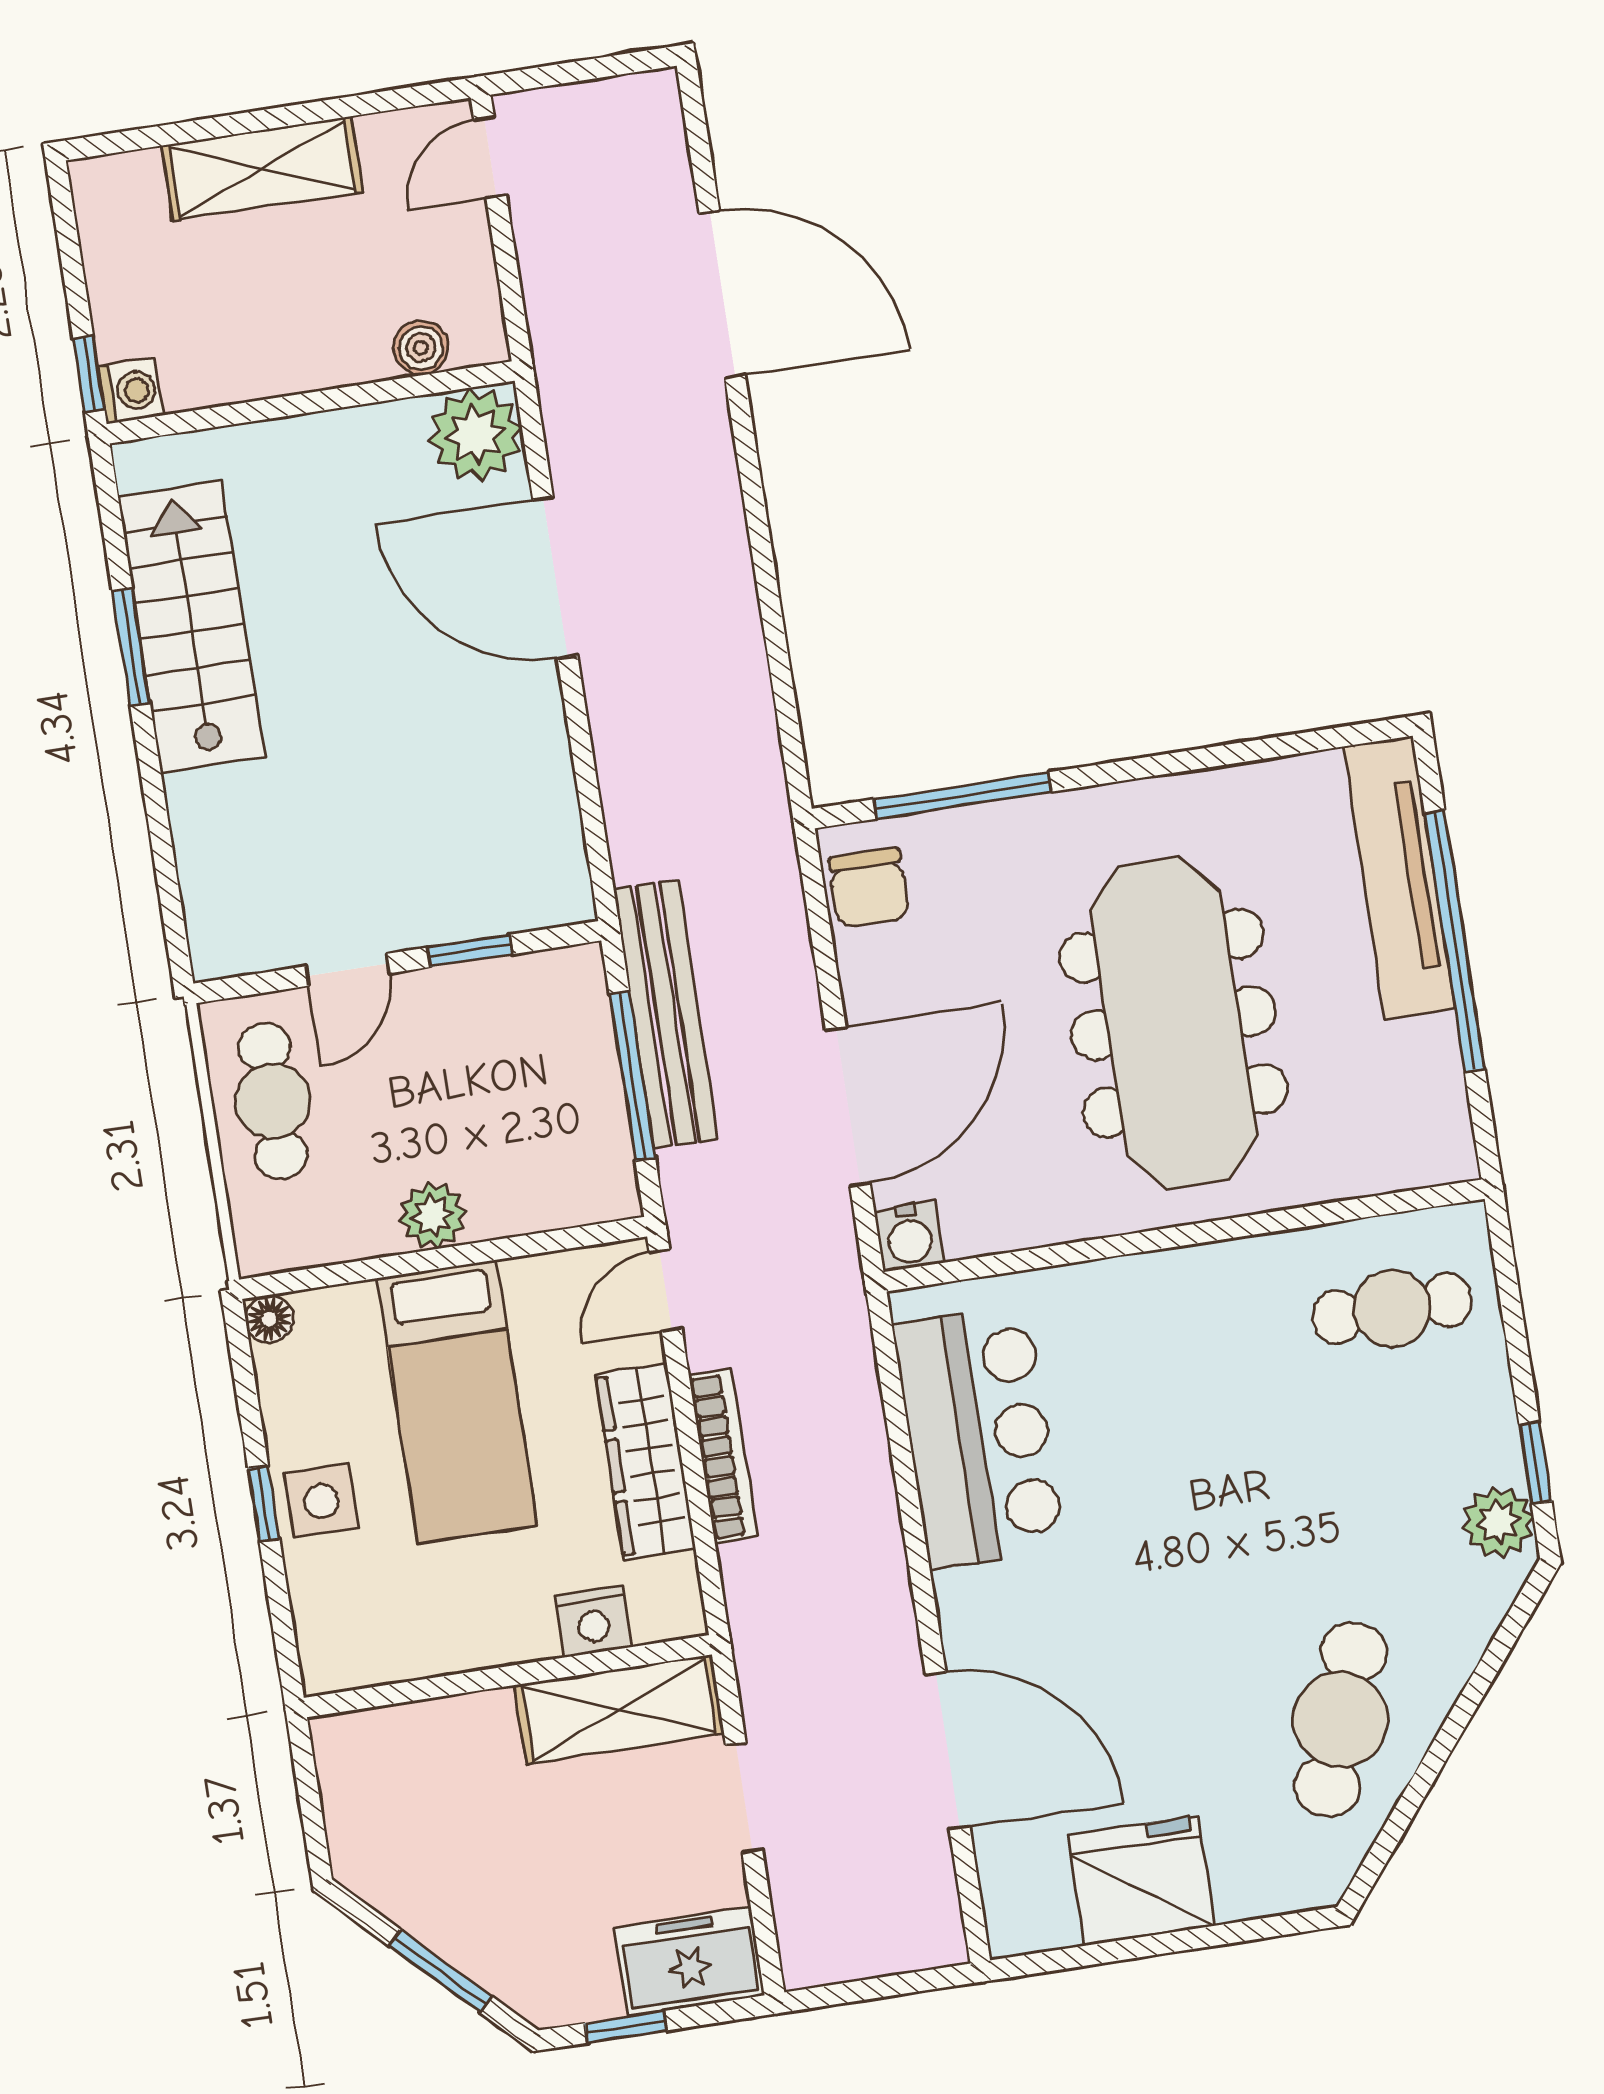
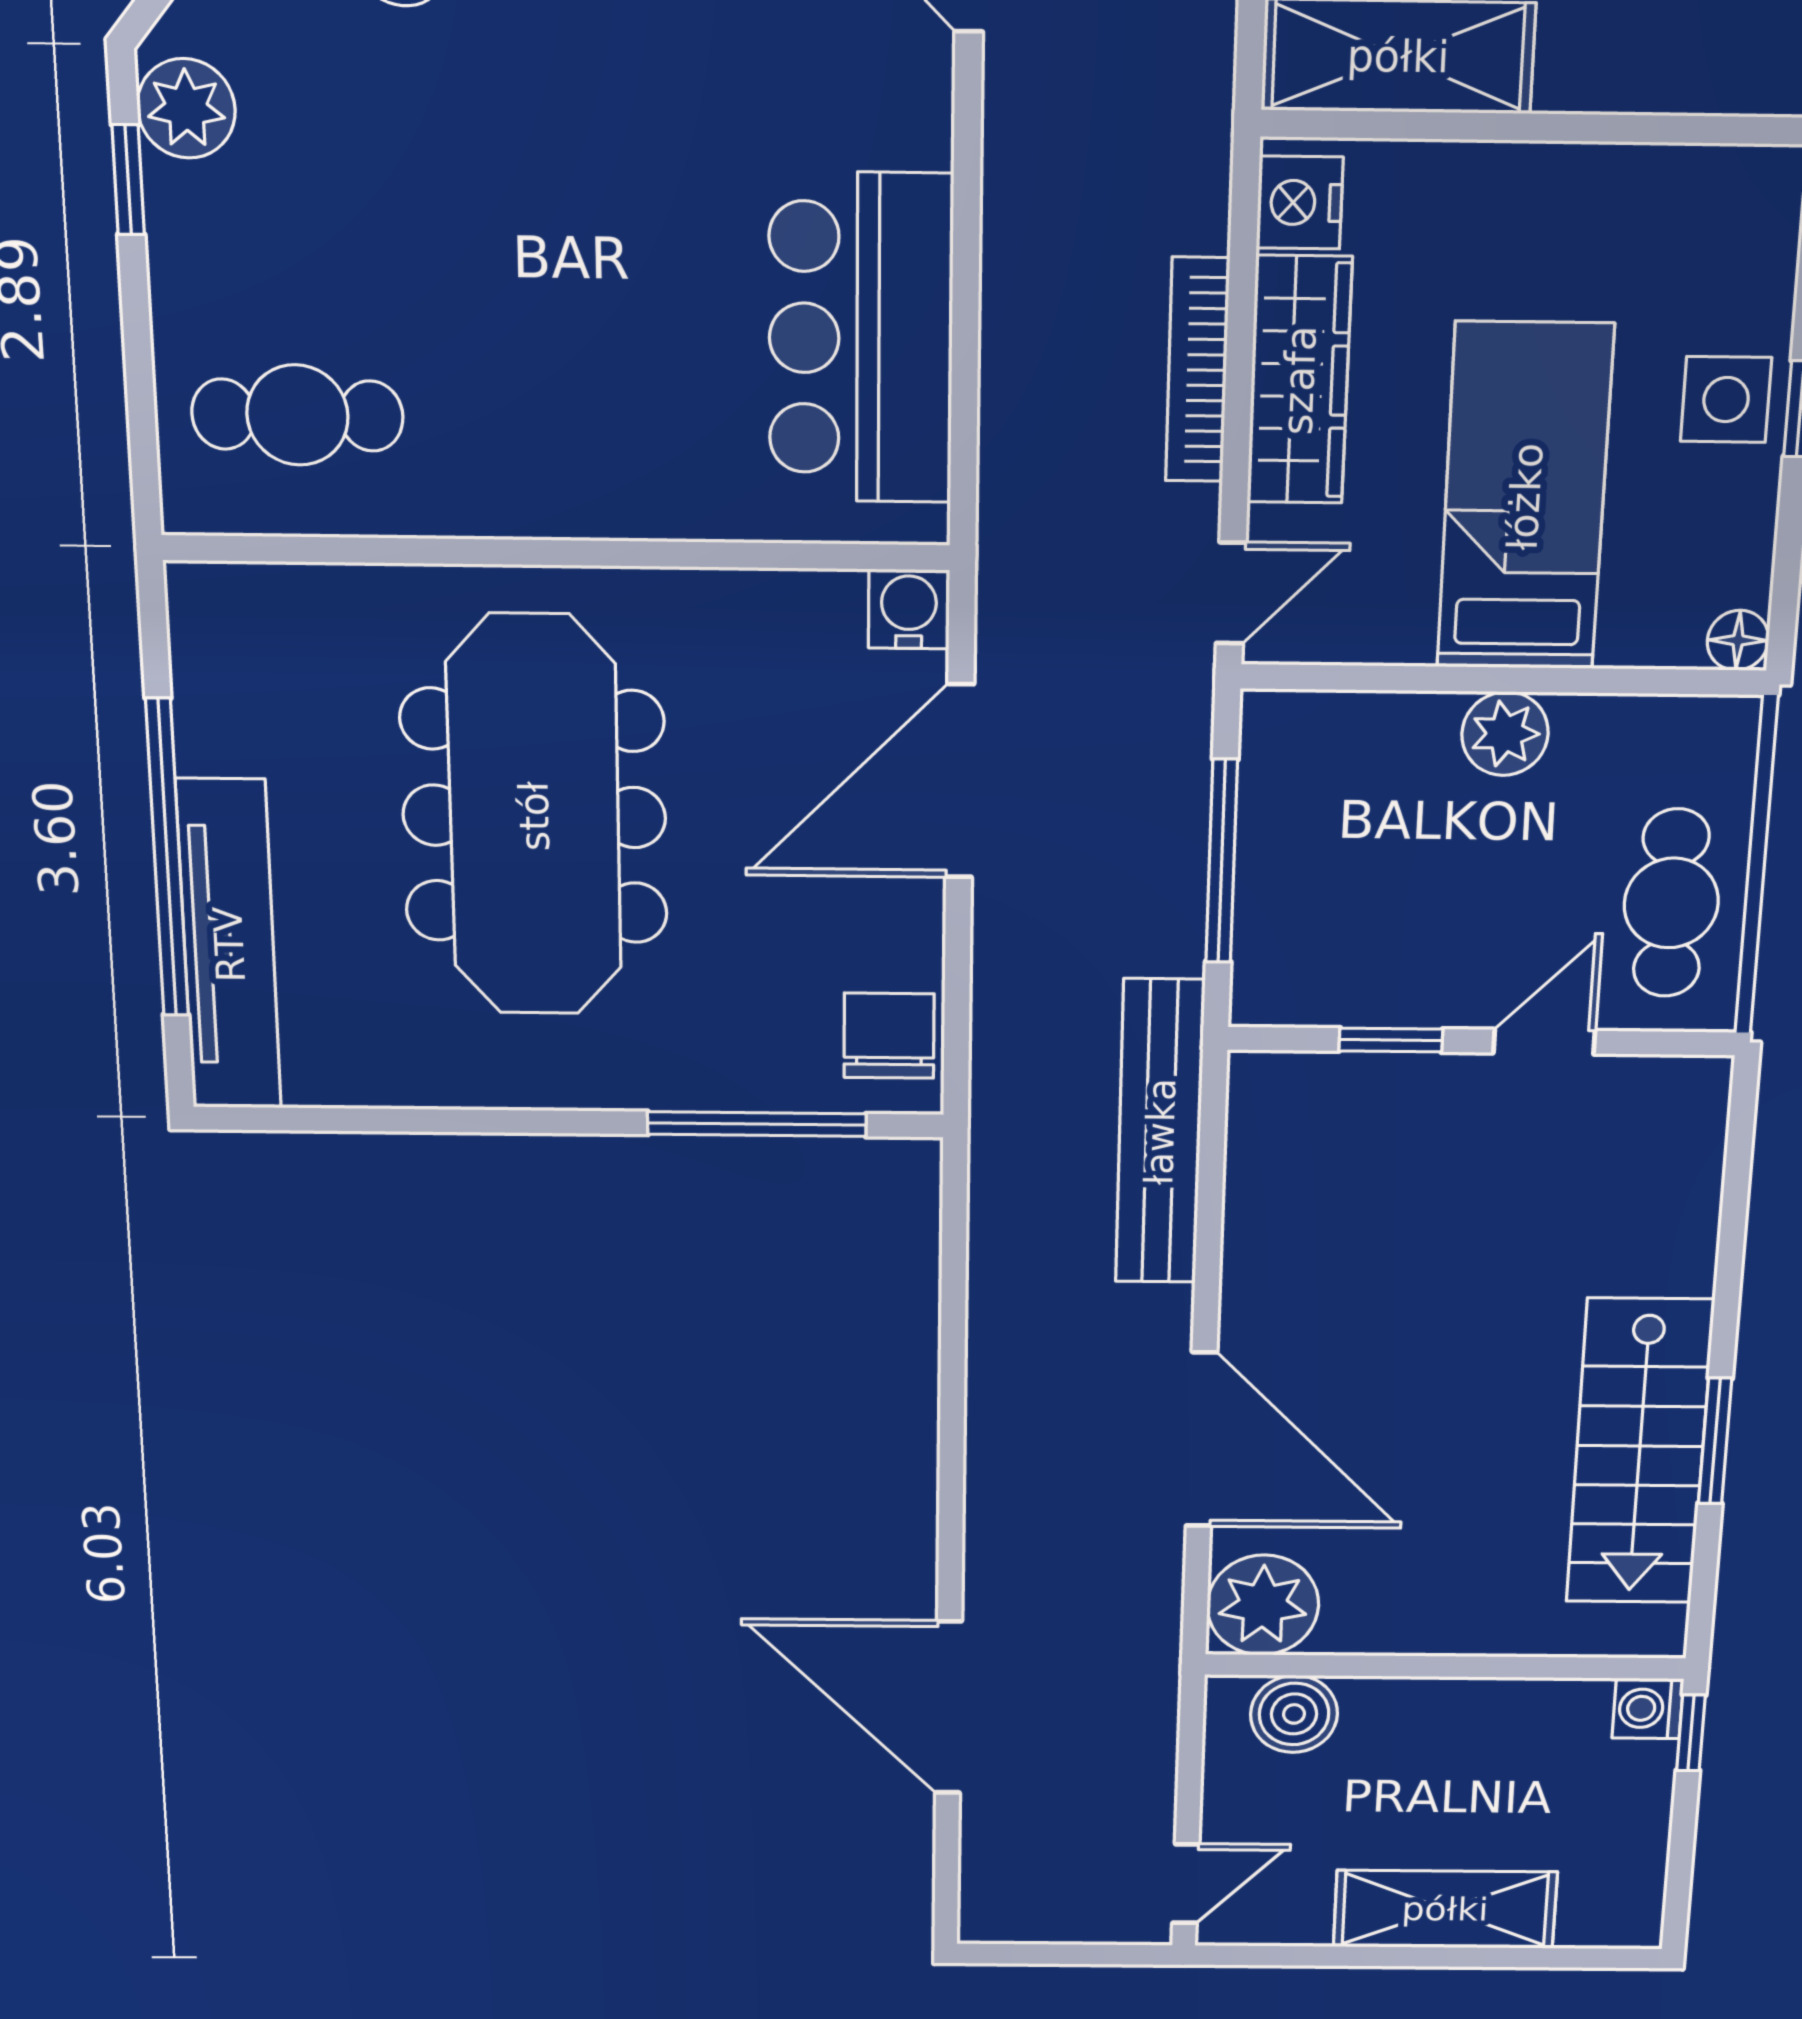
boiler: (421, 348) -> (1294, 1714), width x1.36, depth x1.36
bench: (666, 1014) -> (1160, 1132), moved
nightstand: (593, 1621) -> (1300, 203), moved, turned -90

